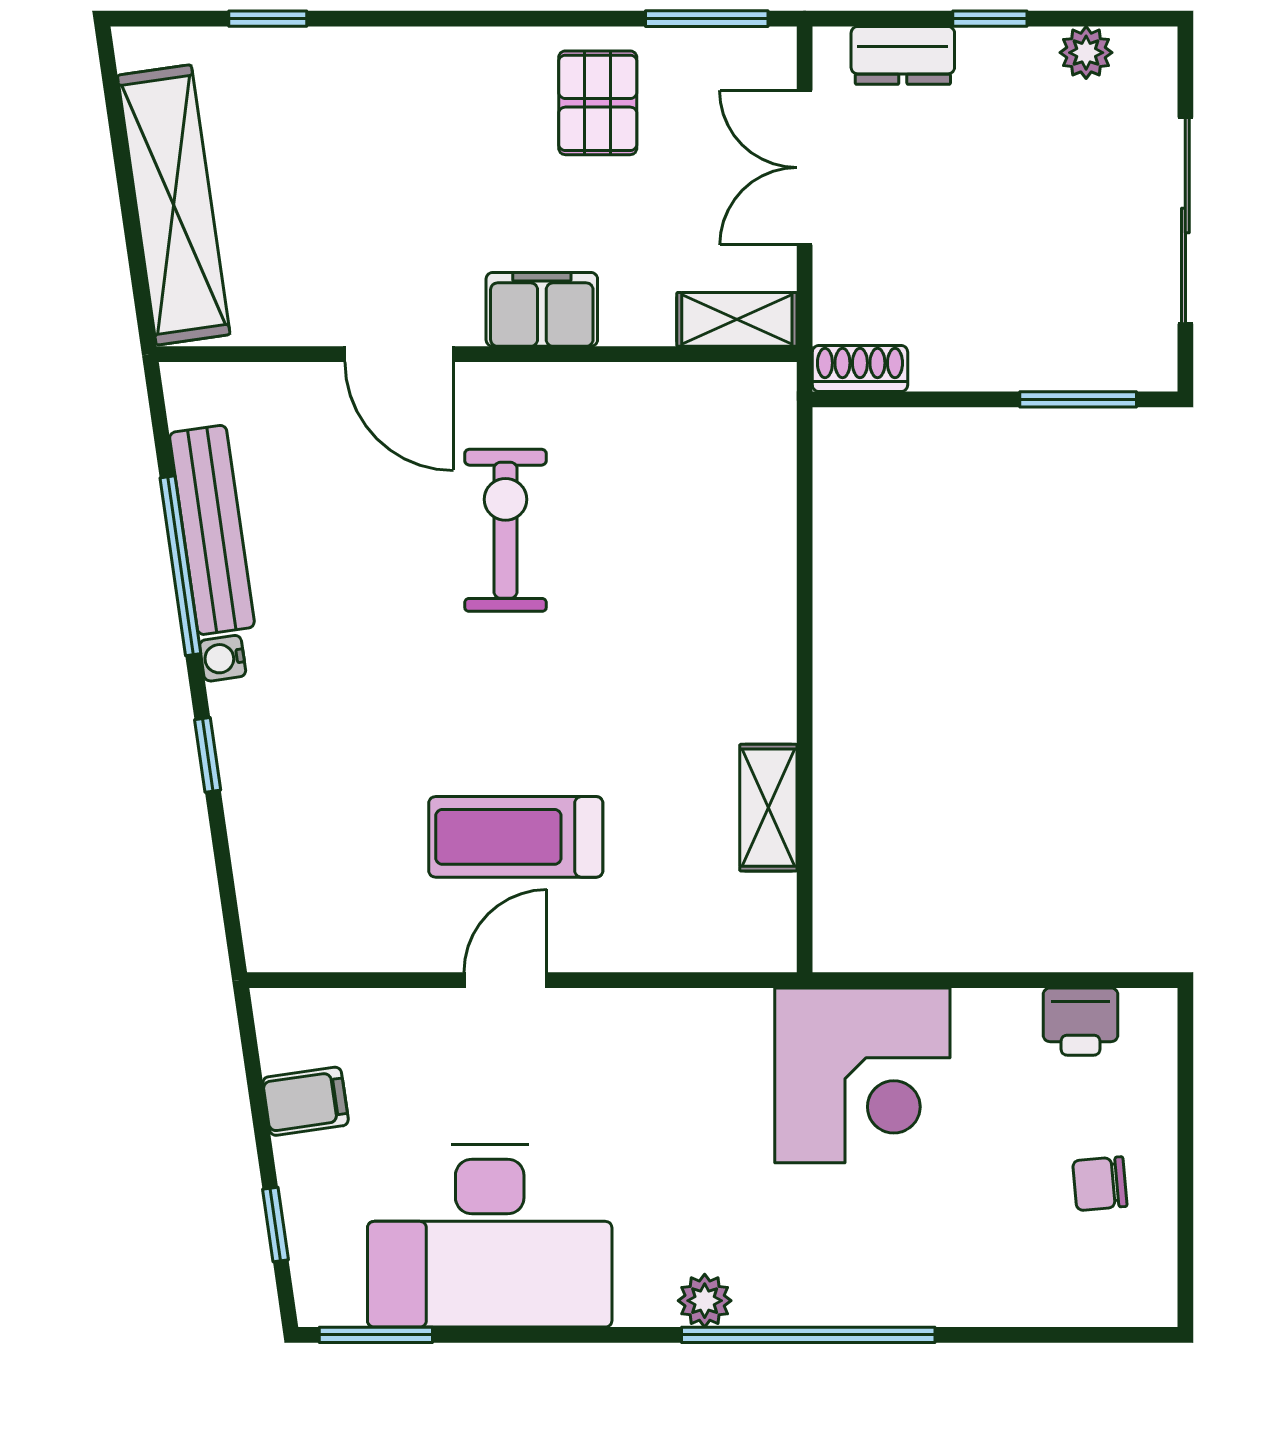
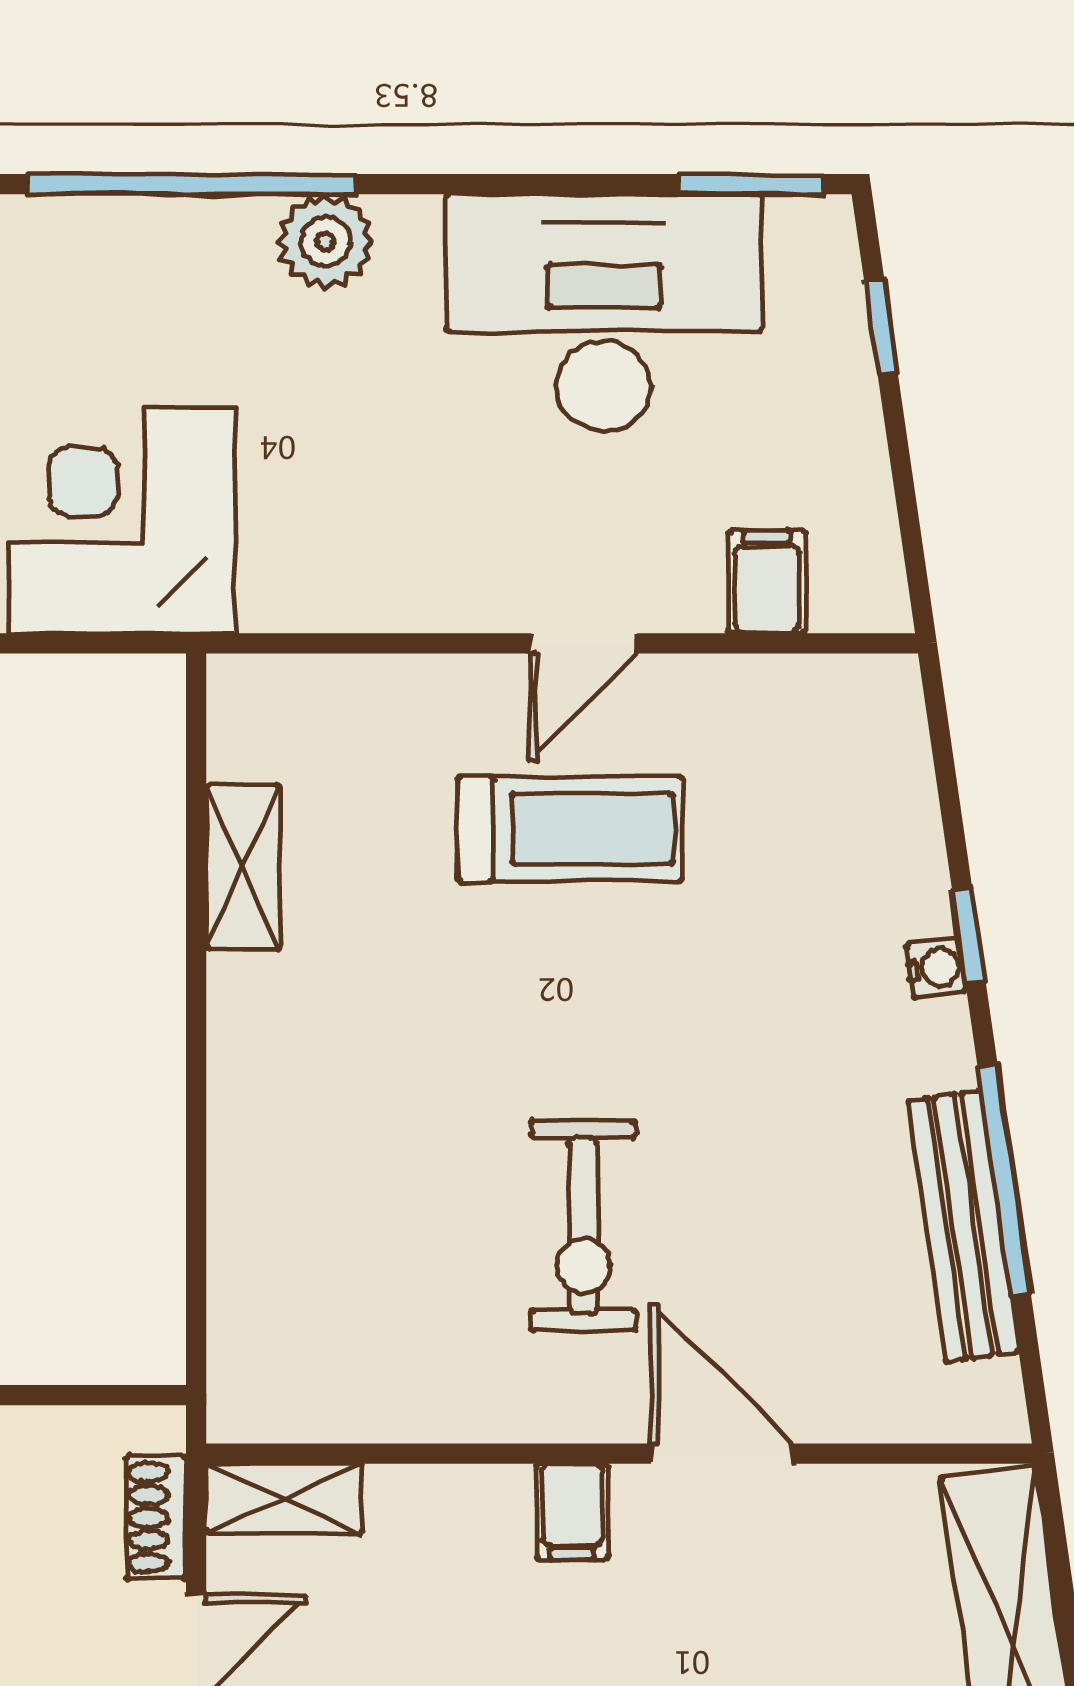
filing cabinet: (542, 309) -> (572, 1512), width x0.50
shoe rack: (860, 369) -> (156, 1518), moved, turned 90
water cooler: (223, 658) -> (936, 968), moved
filing cabinet: (305, 1101) -> (767, 582), moved, turned 98
plant: (705, 1301) -> (326, 242), width x1.38, depth x1.38

